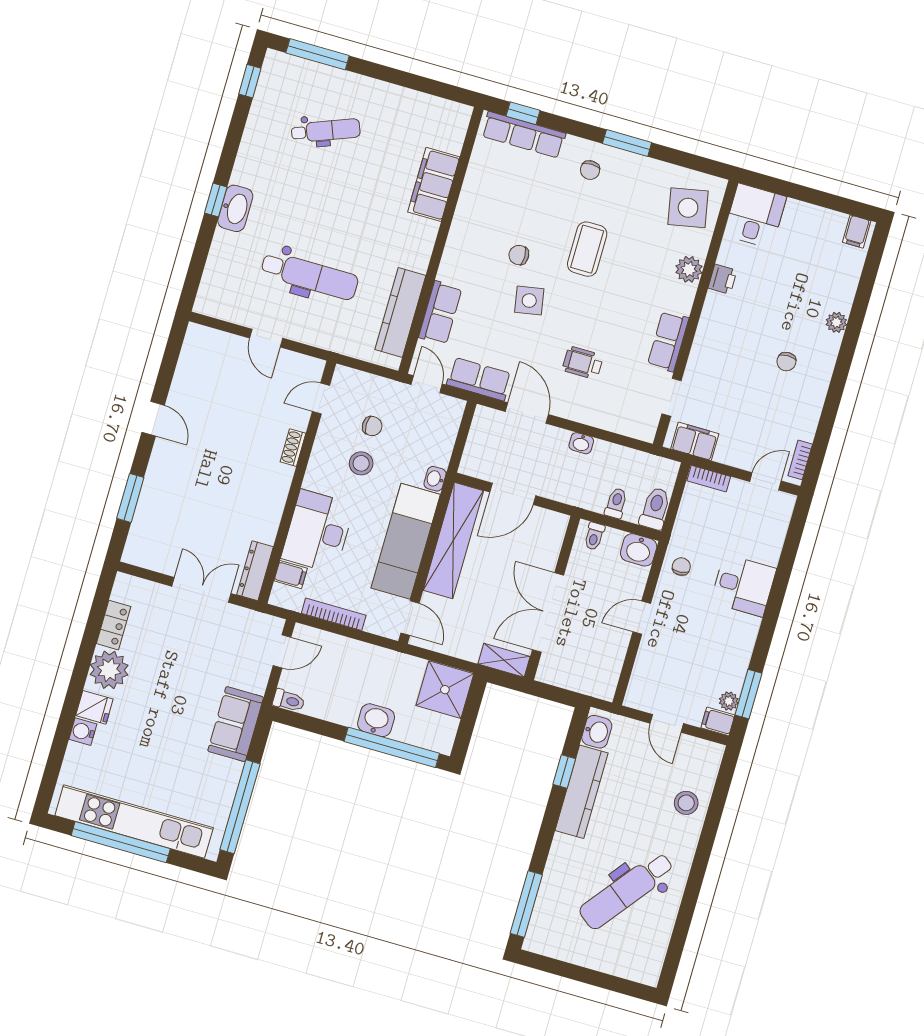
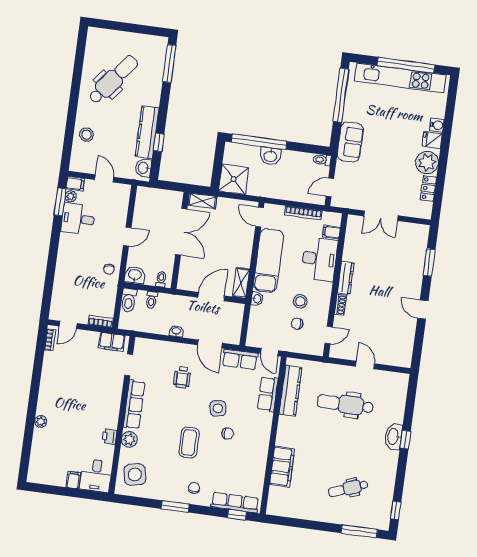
filing cabinet: (857, 232) -> (73, 480), moved
row of seats: (668, 341) -> (134, 404), width x1.48
chair: (786, 362) -> (66, 395), removed
wheelchair: (583, 363) -> (182, 377), turned 90
shelving: (453, 540) -> (241, 283), width x0.45, depth x0.75
dresser: (255, 571) -> (346, 278), moved
desk: (743, 585) -> (78, 219), moved

